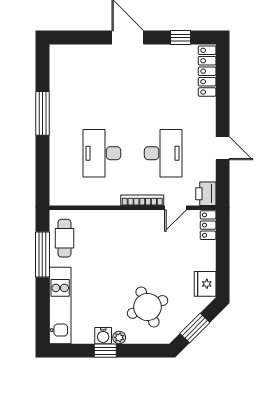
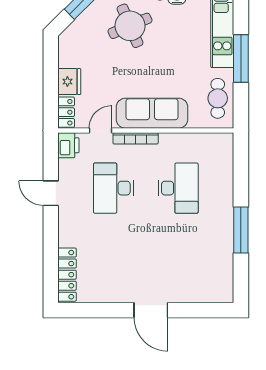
window: (180, 38) -> (95, 310), removed
sofa: (127, 224) -> (152, 113), added
window: (42, 255) -> (241, 59), moved
fridge: (205, 284) -> (69, 82), moved

